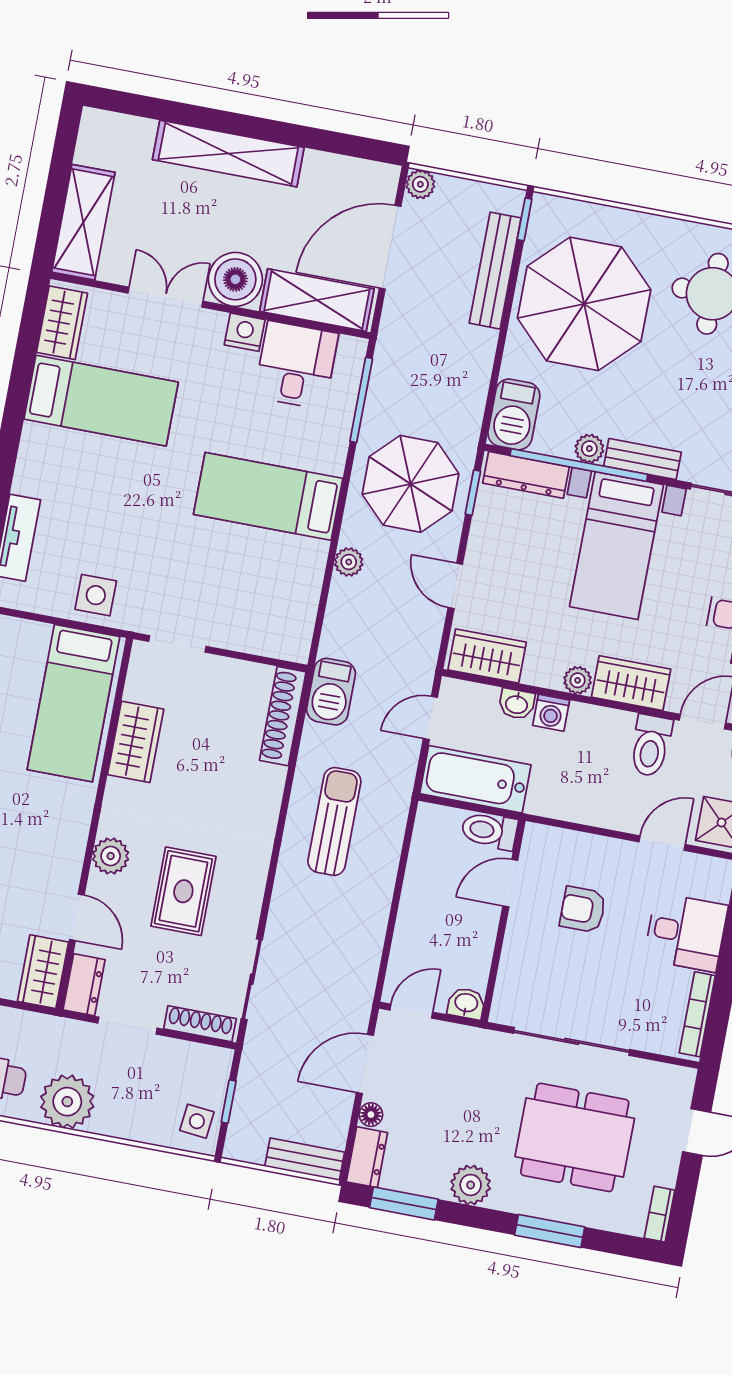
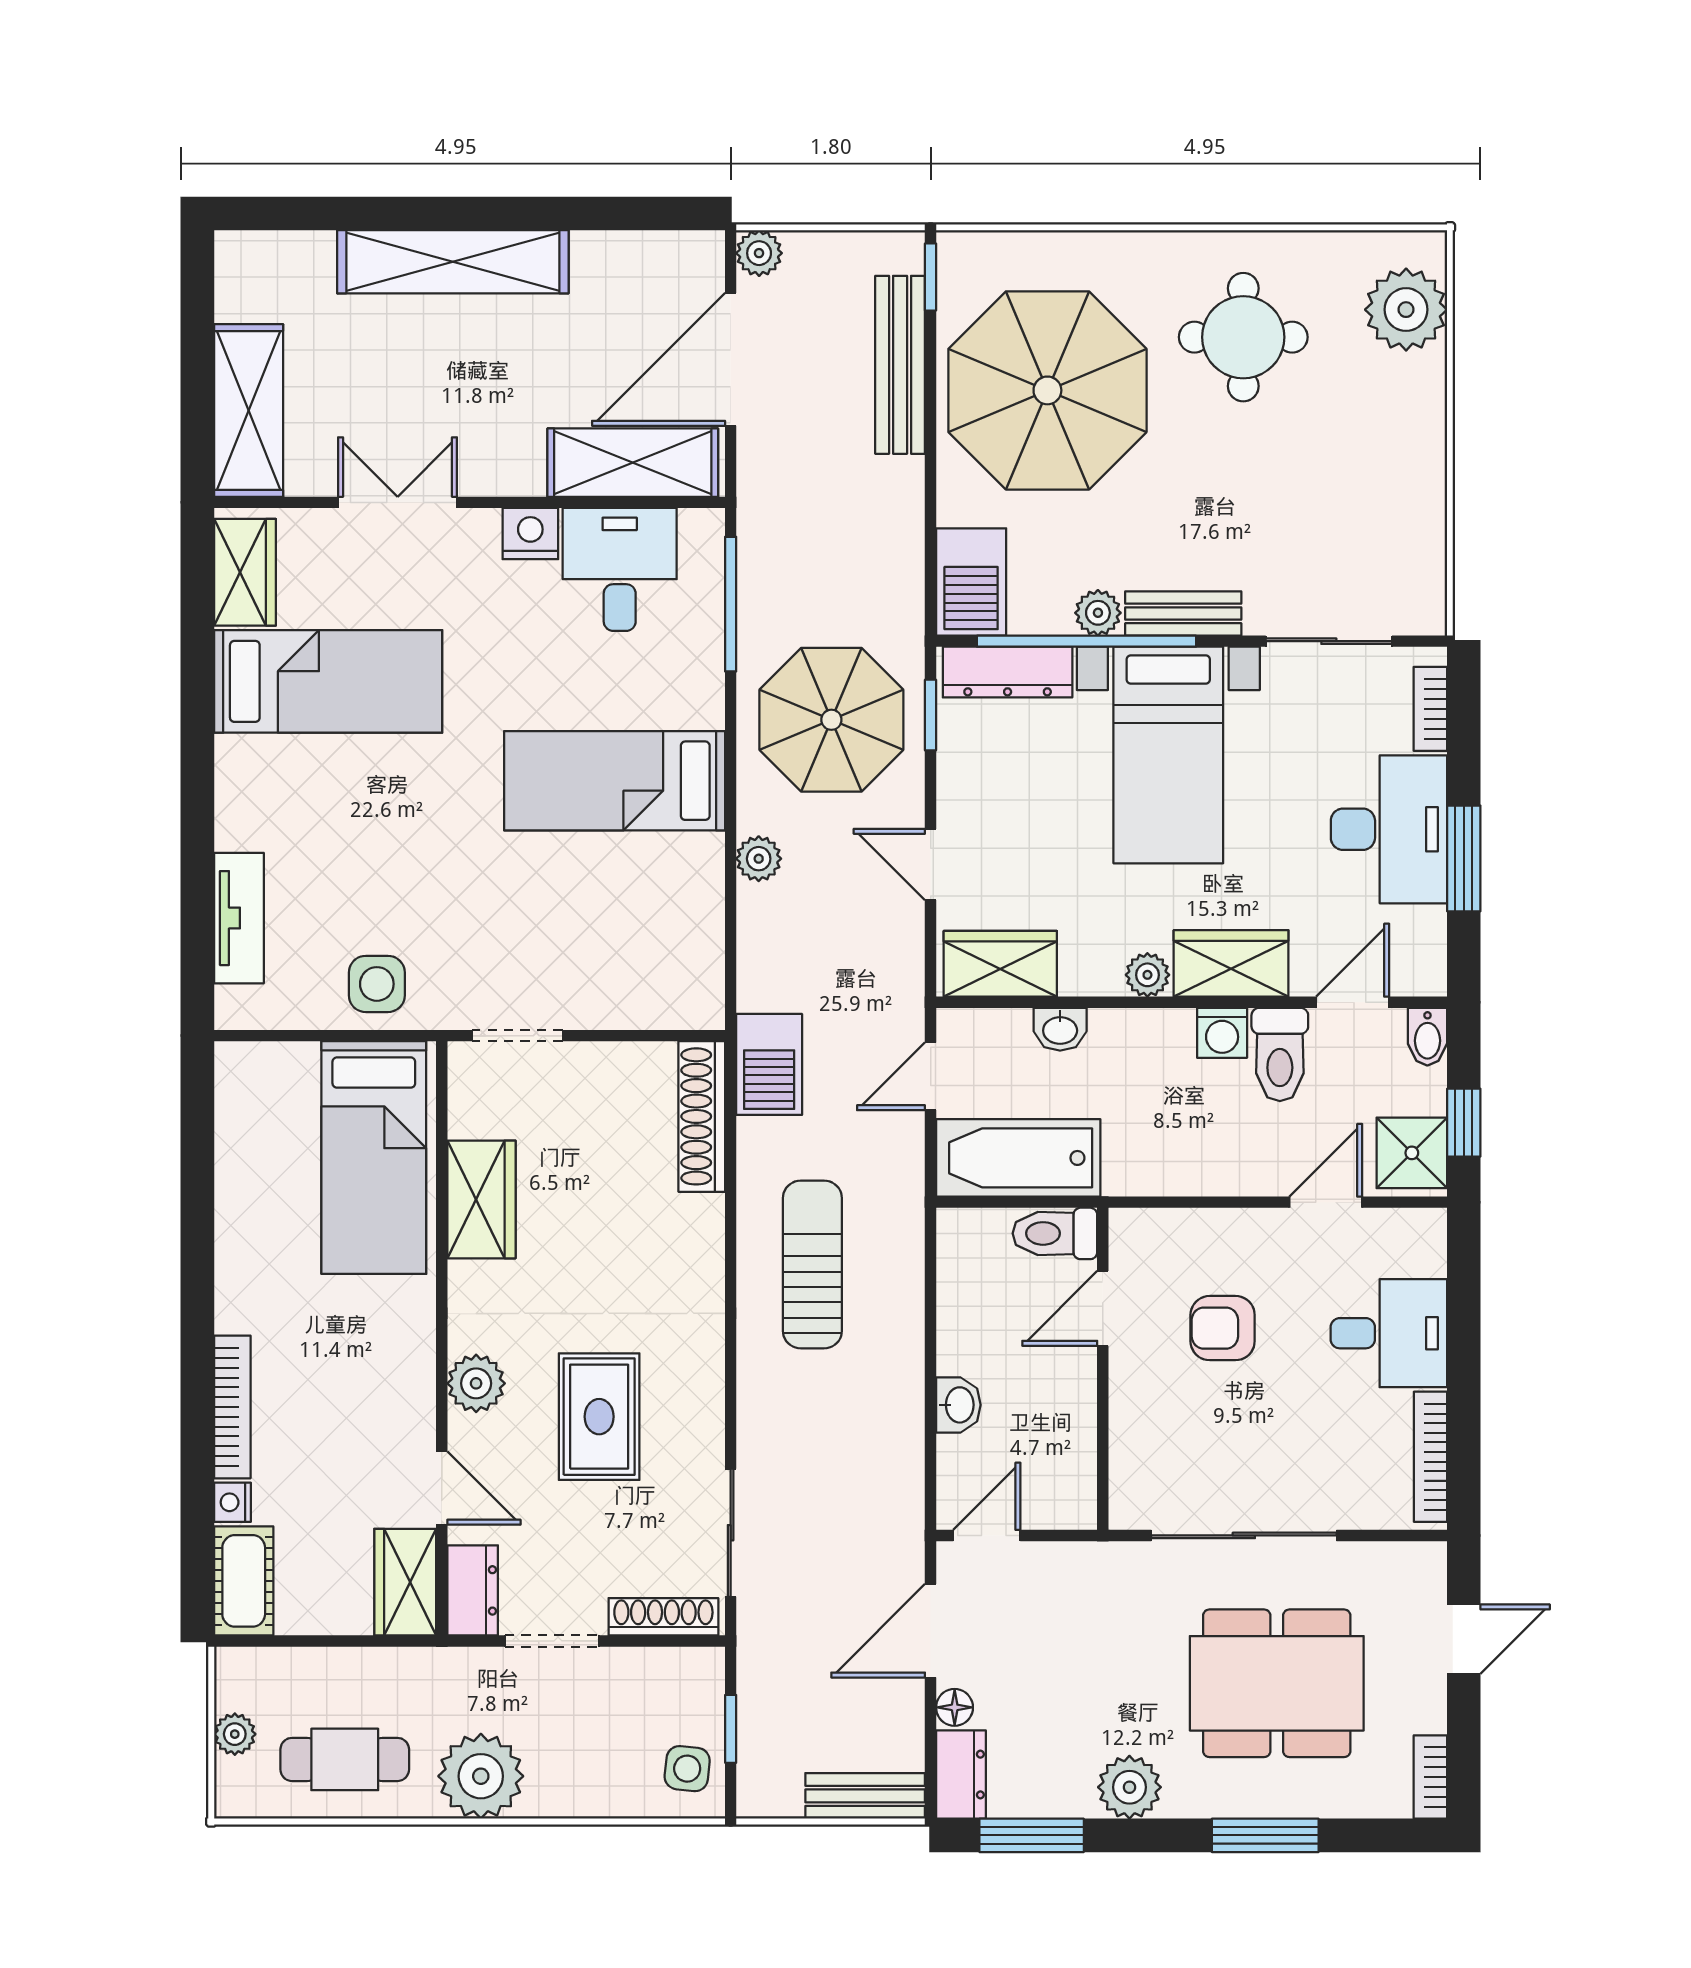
boiler: (235, 279) -> (501, 454), removed
washing machine: (551, 713) -> (1222, 1033), moved
washbasin: (466, 1003) -> (958, 1405), moved, turned 90

